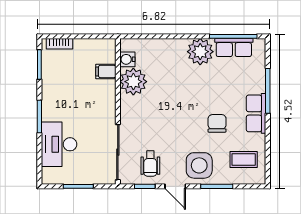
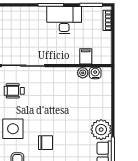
plant: (133, 82) -> (83, 73), width x0.53, depth x0.53
desk: (59, 144) -> (64, 20), moved

